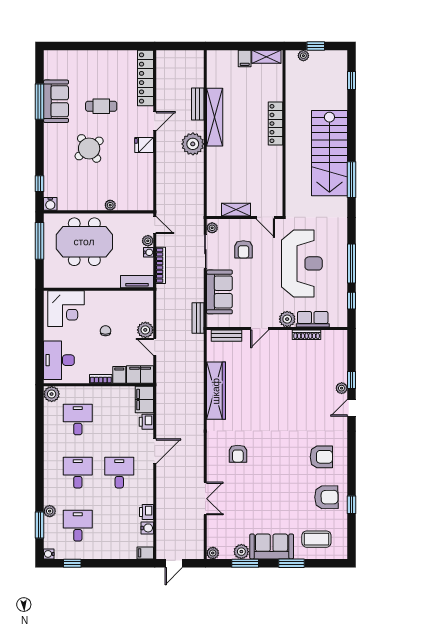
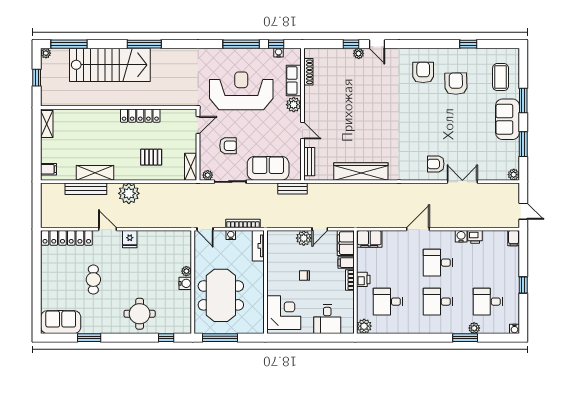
plant: (303, 56) -> (46, 53), moved
filing cabinet: (245, 59) -> (48, 169), moved
window: (352, 80) -> (69, 44), width x2.17
sofa: (56, 101) -> (61, 322), moved
window: (39, 102) -> (89, 338), width x0.69
bench: (198, 104) -> (86, 189), width x1.36
shelving: (215, 117) -> (95, 173), width x0.68
locker: (275, 124) -> (140, 116), moved
round table: (89, 148) -> (140, 314), moved, turned 37
stairs: (329, 153) -> (110, 65), moved
pallet: (231, 168) -> (151, 157), added
window: (352, 180) -> (144, 44), moved
water cooler: (50, 204) -> (185, 283), moved
shelving: (236, 210) -> (191, 167), moved
door: (155, 225) -> (205, 229), swing flipped
plant: (148, 241) -> (220, 236), removed
water cooler: (342, 303) -> (279, 53), added
shoe rack: (307, 335) -> (308, 72), moved
desk: (59, 360) -> (327, 319), width x0.73
printer: (146, 422) -> (363, 279), moved, turned -90
door: (155, 451) -> (418, 229), hinge flipped
armchair: (238, 454) -> (436, 164), moved, turned 180
armchair: (326, 497) -> (456, 84), moved
window: (39, 525) -> (465, 338), moved
water cooler: (147, 528) -> (461, 236), moved
plant: (241, 552) -> (512, 148), removed
window: (72, 563) -> (523, 285), moved

